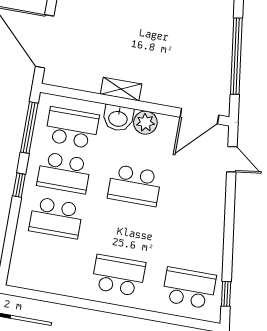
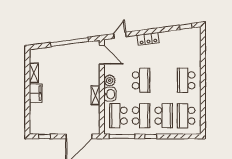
locker: (215, 214) -> (148, 39), added
school desk: (189, 288) -> (186, 116), moved

